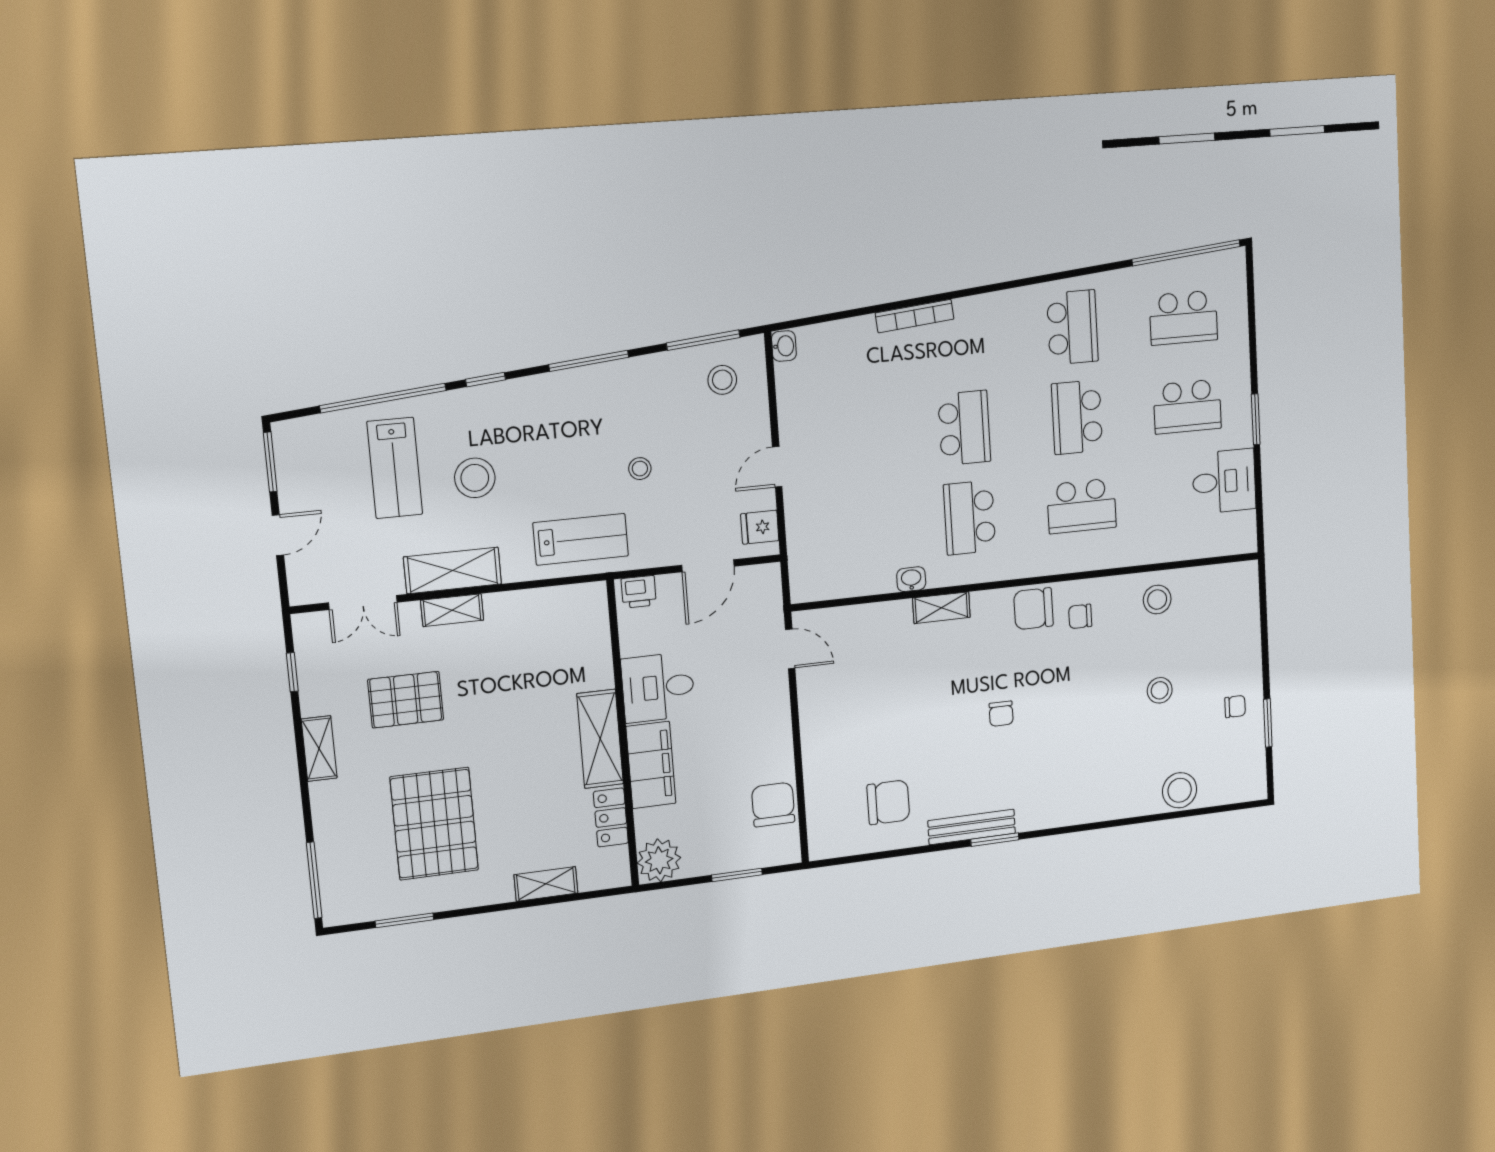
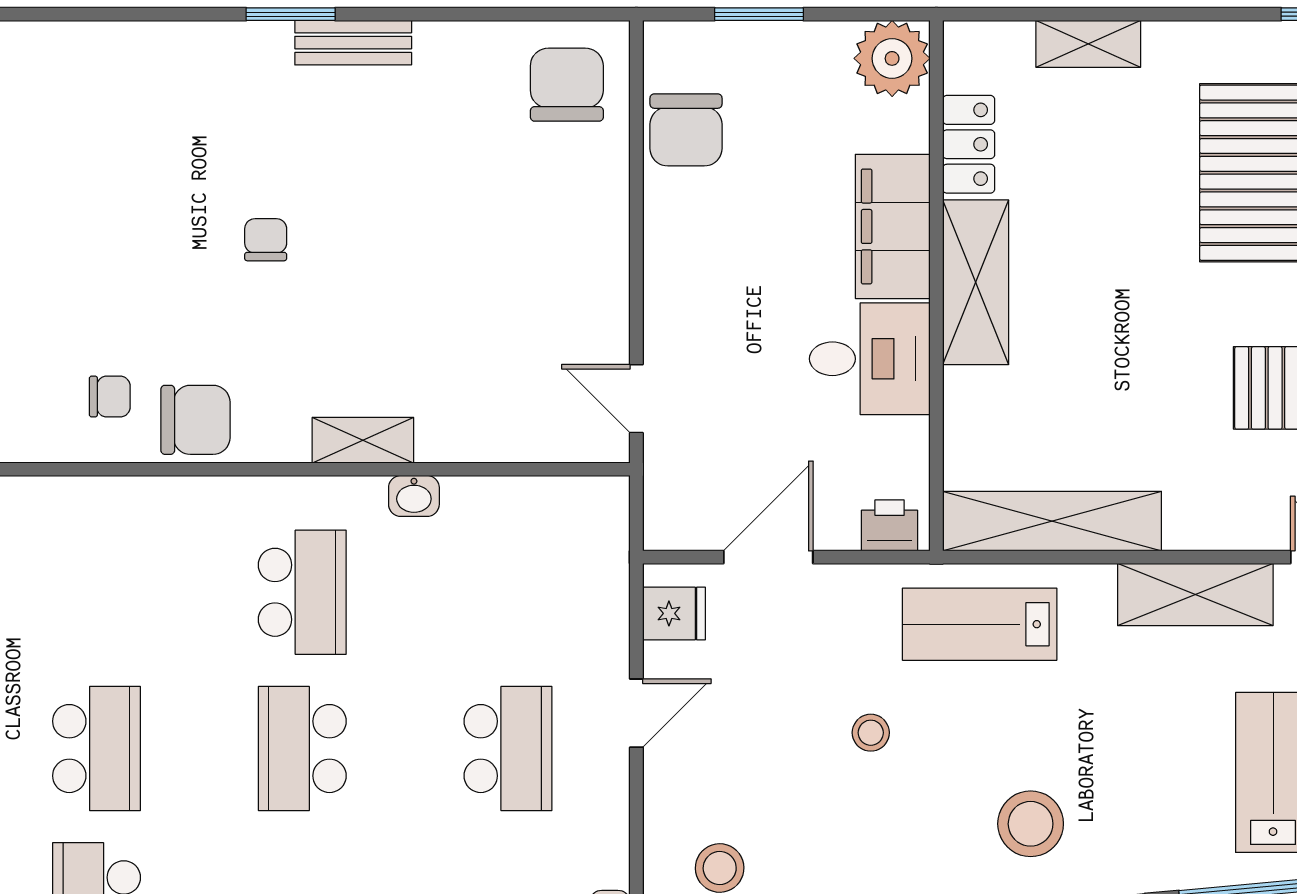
stool: (475, 478) -> (1031, 824), moved
school desk: (1082, 506) -> (508, 749), moved, turned 90
shelving: (452, 610) -> (1052, 521), moved, width x2.20, depth x1.33
chair: (888, 802) -> (567, 85), moved, turned 90
bench: (972, 827) -> (353, 43), width x0.73

